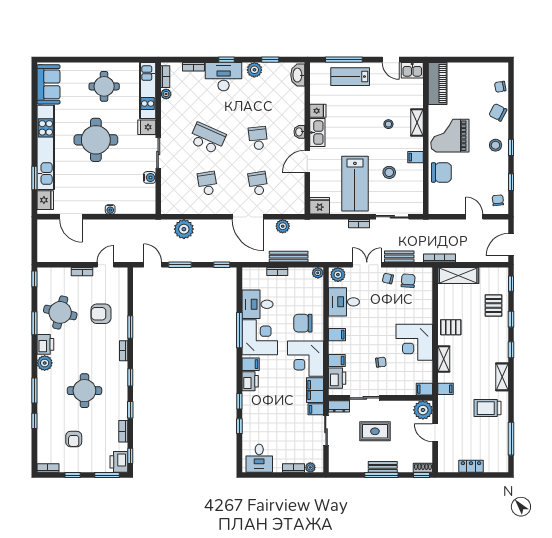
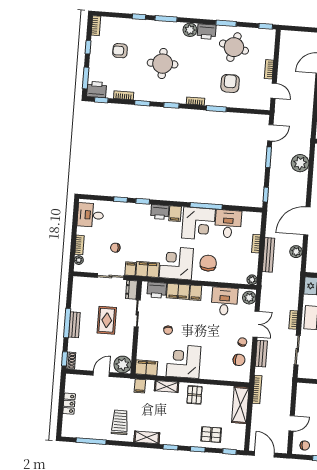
filing cabinet: (337, 361) -> (178, 291), width x2.00
filing cabinet: (424, 389) -> (146, 368), width x2.00
chair: (293, 428) -> (115, 248), added

